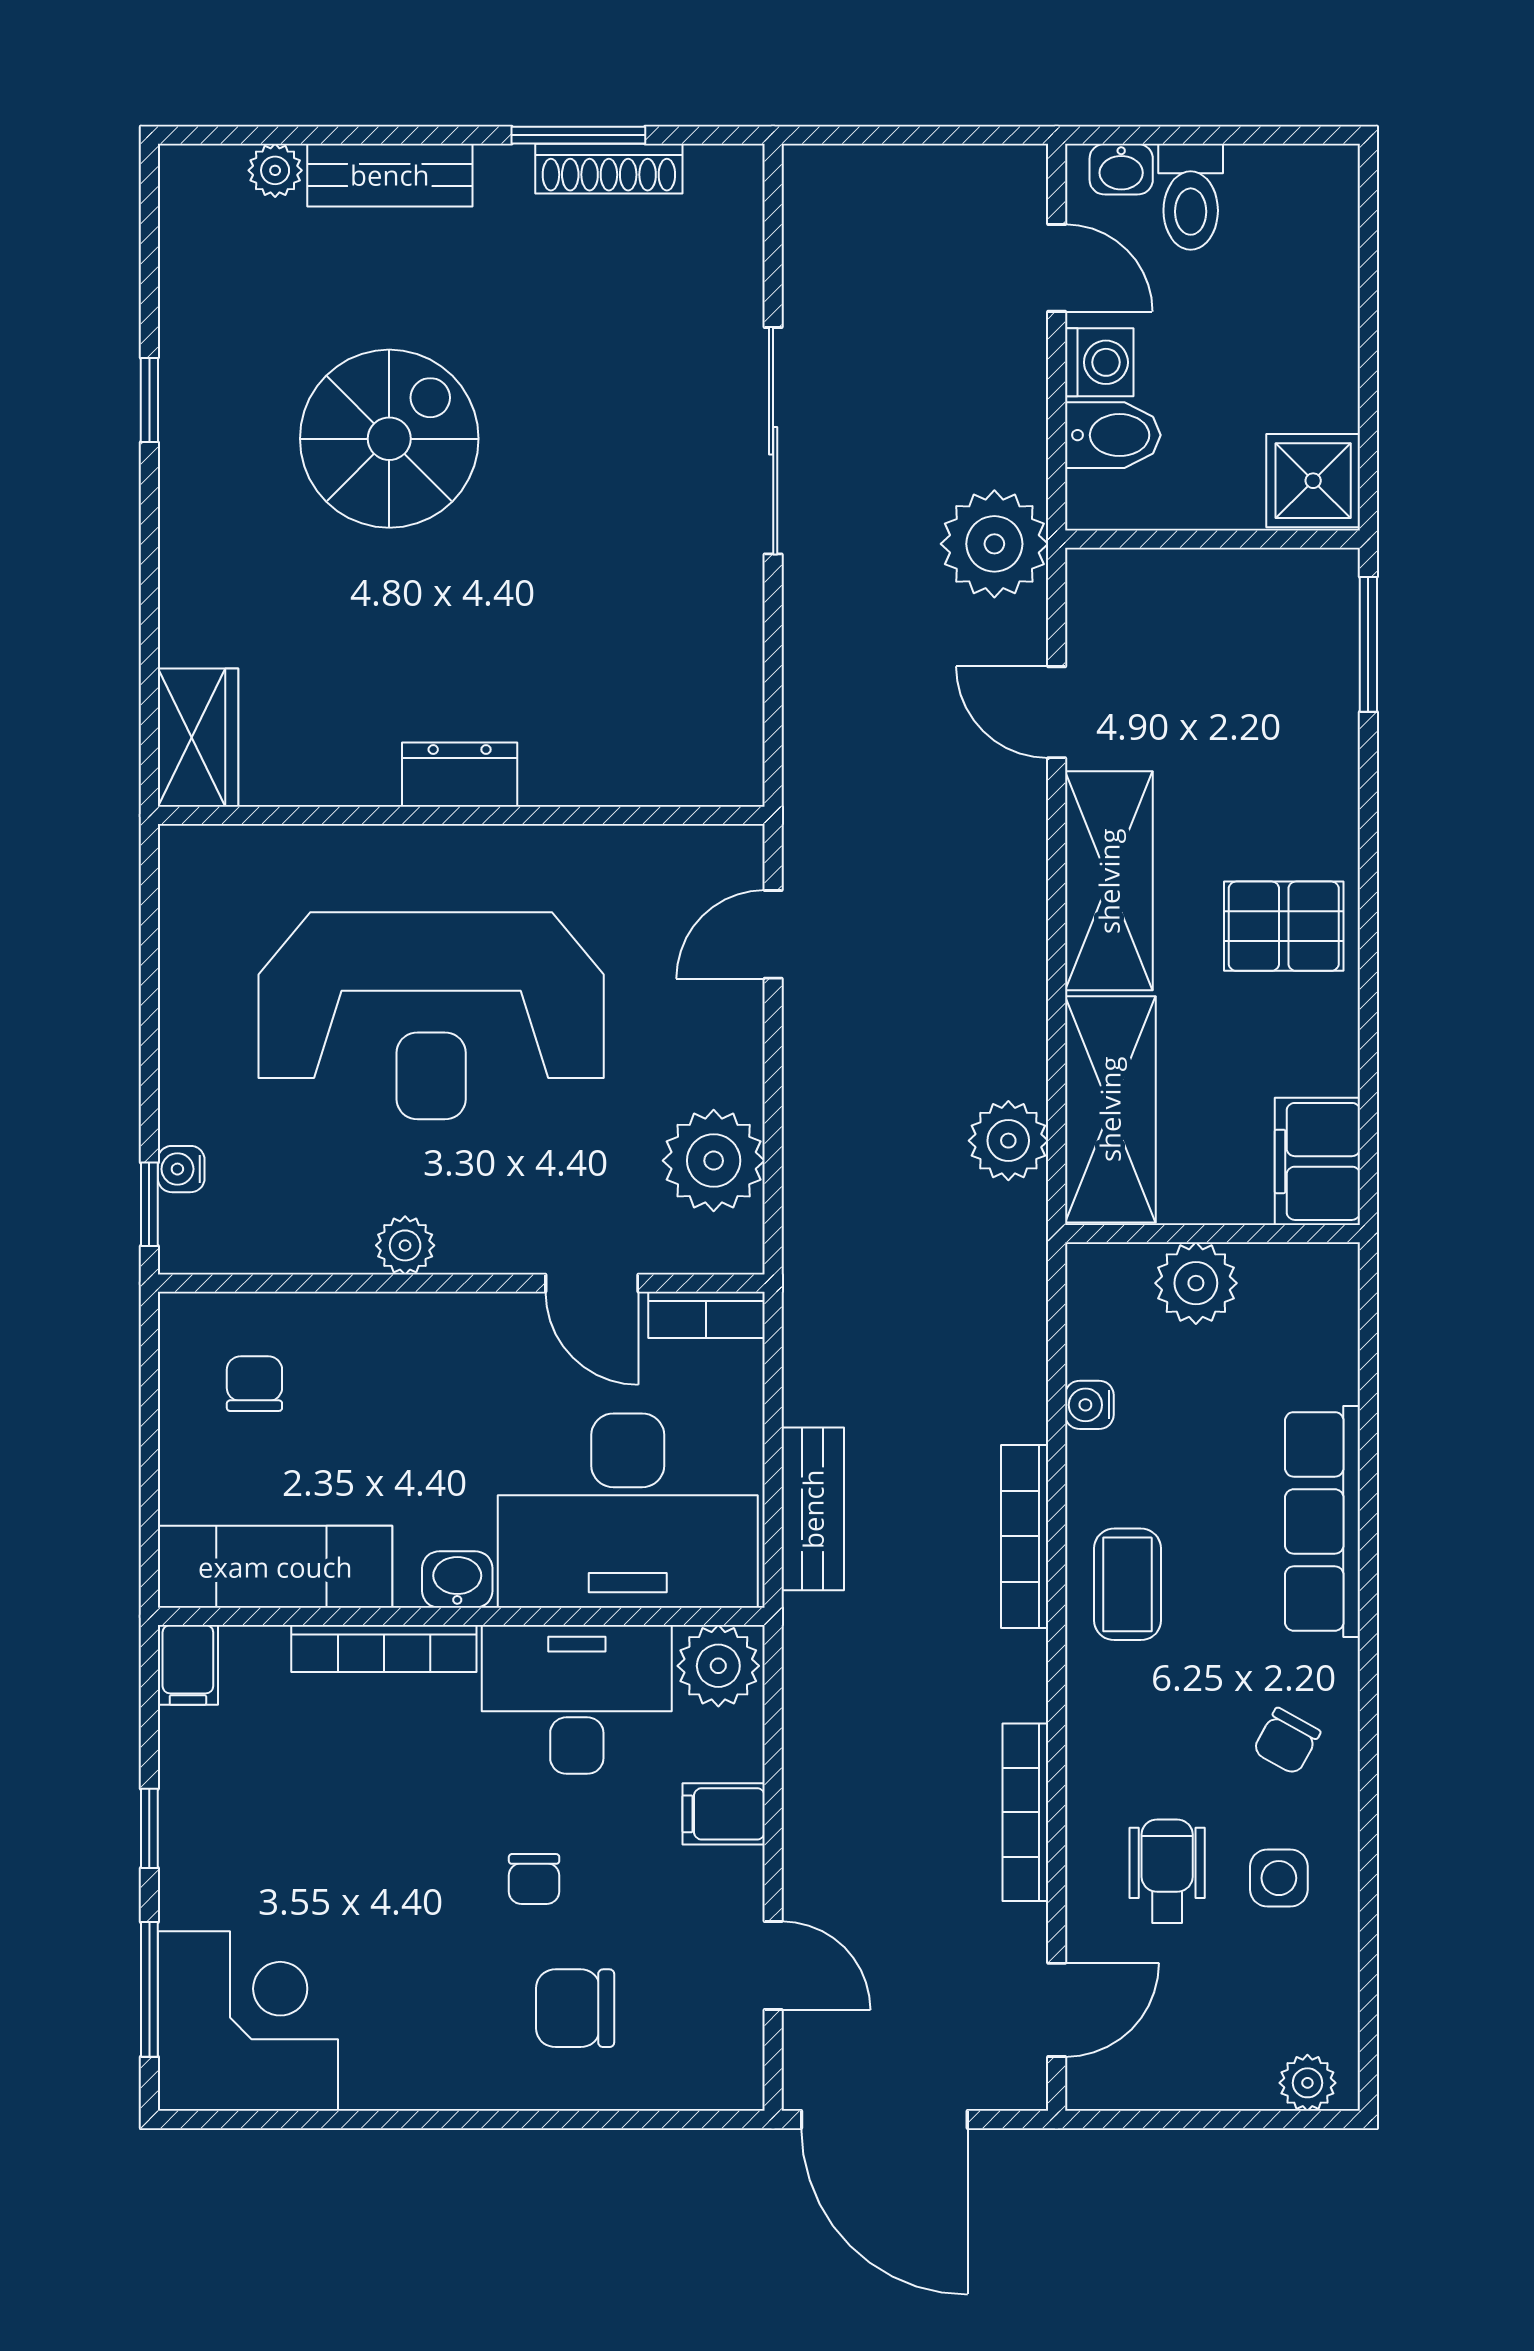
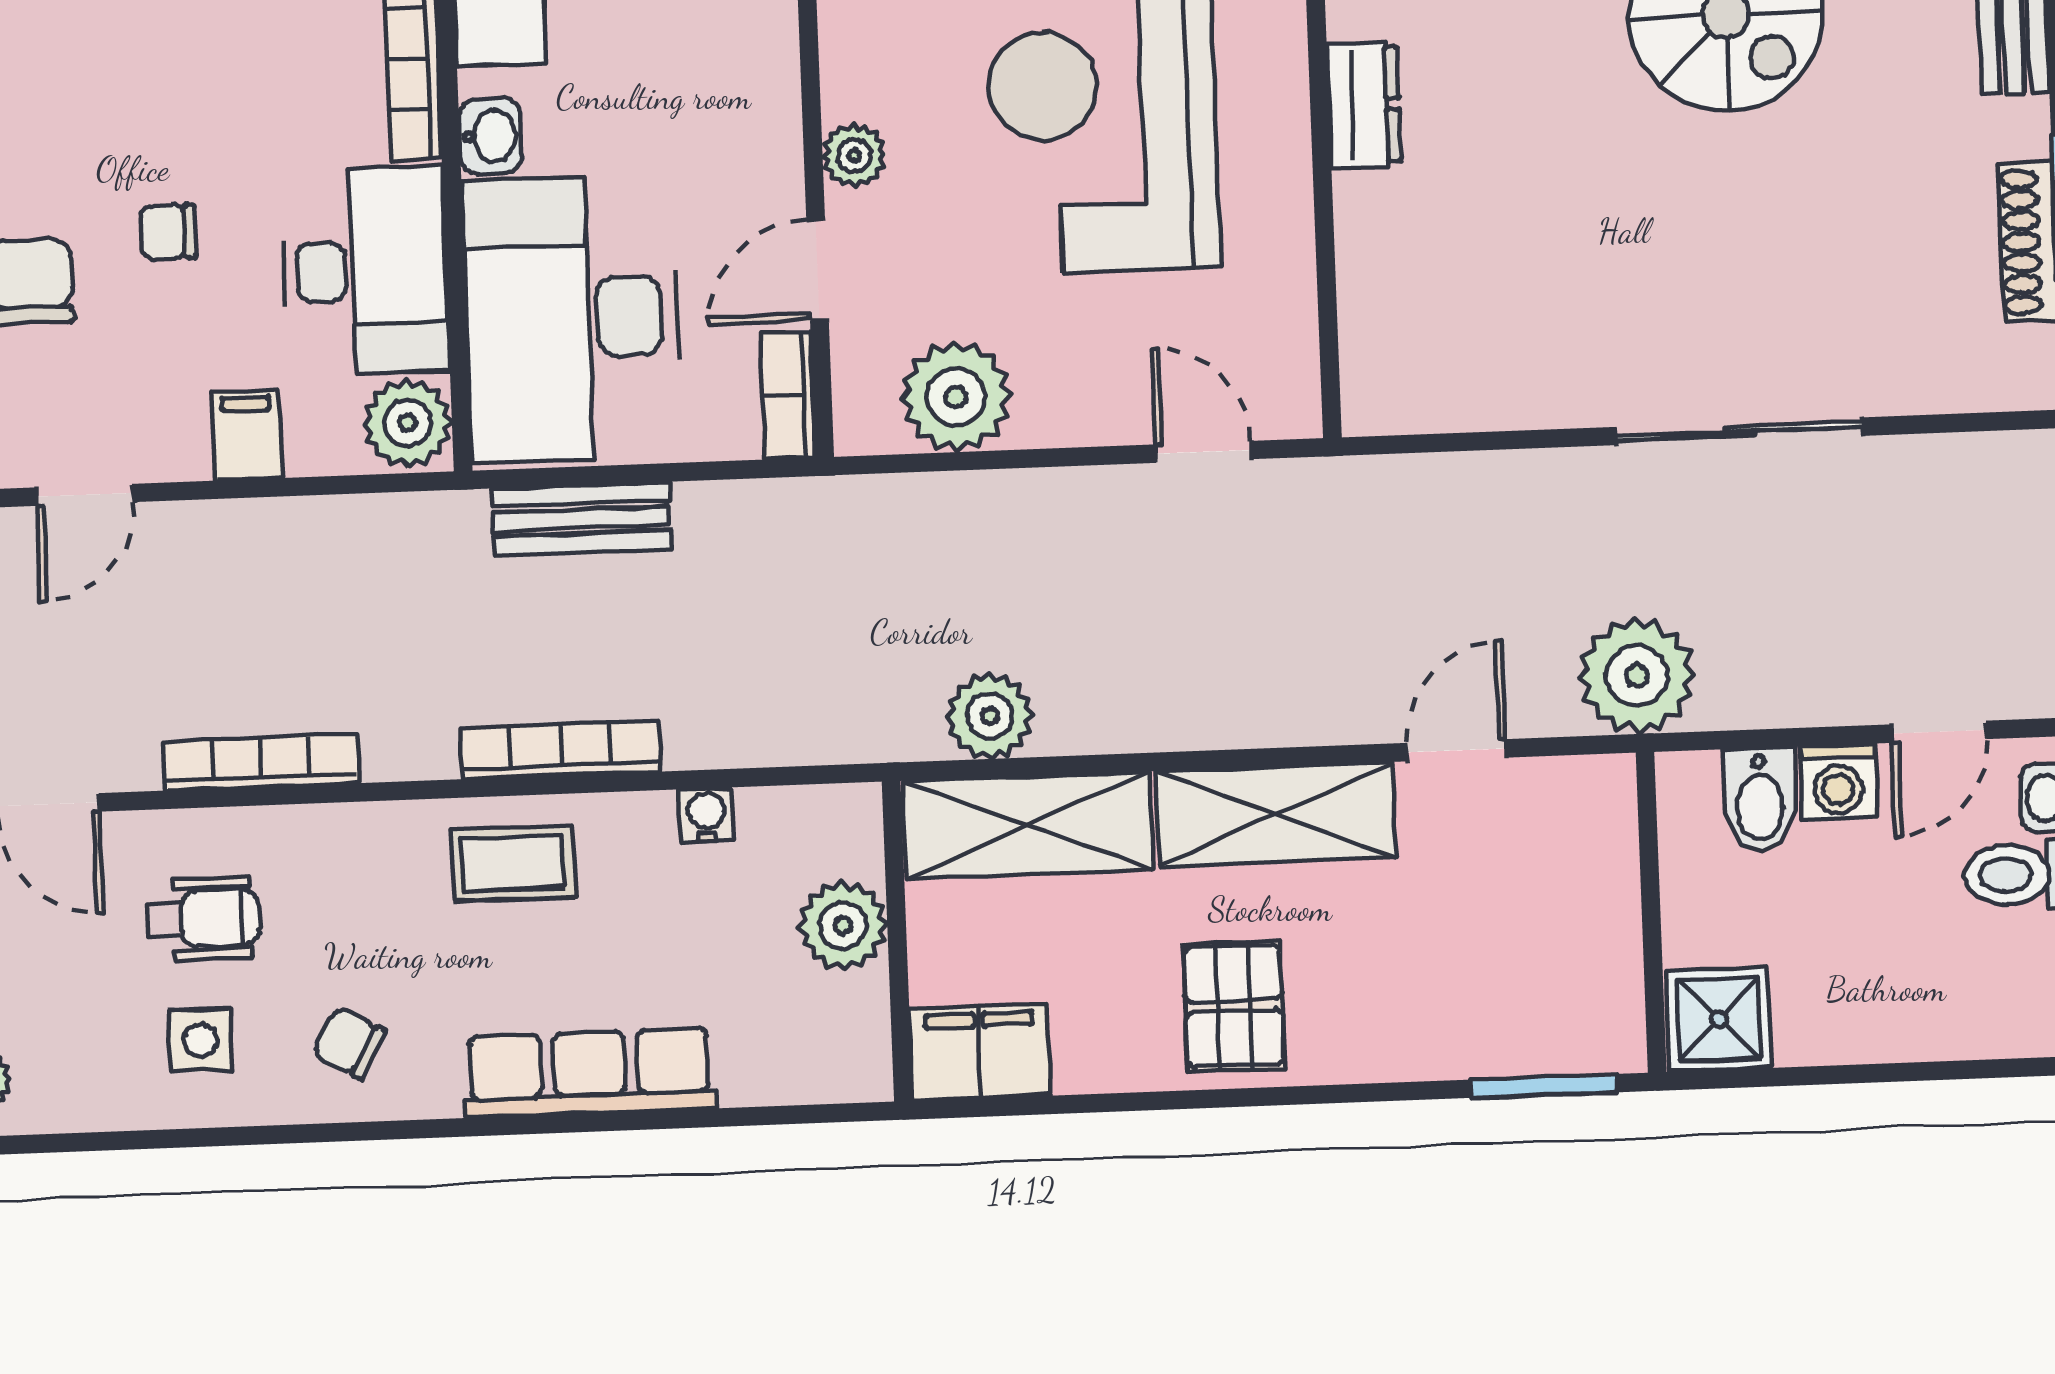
plant: (405, 1245) -> (854, 155), moved

